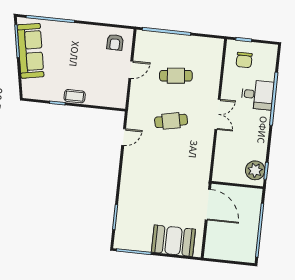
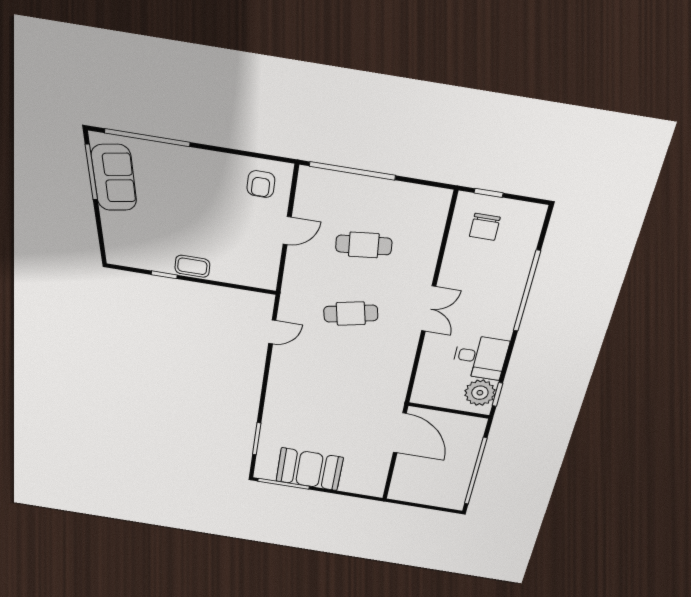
sofa: (31, 51) -> (114, 178), width x0.73
desk: (257, 95) -> (480, 357), moved
booth: (173, 241) -> (309, 469), moved

